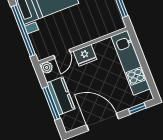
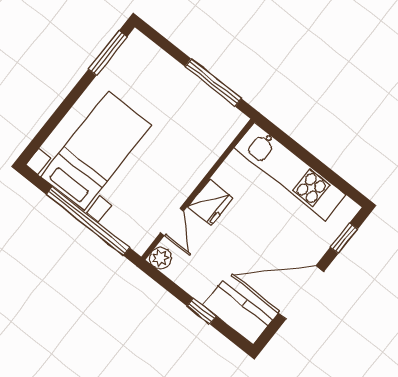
kitchen counter: (61, 96) -> (237, 312), moved
window: (51, 103) -> (202, 311), width x0.46

